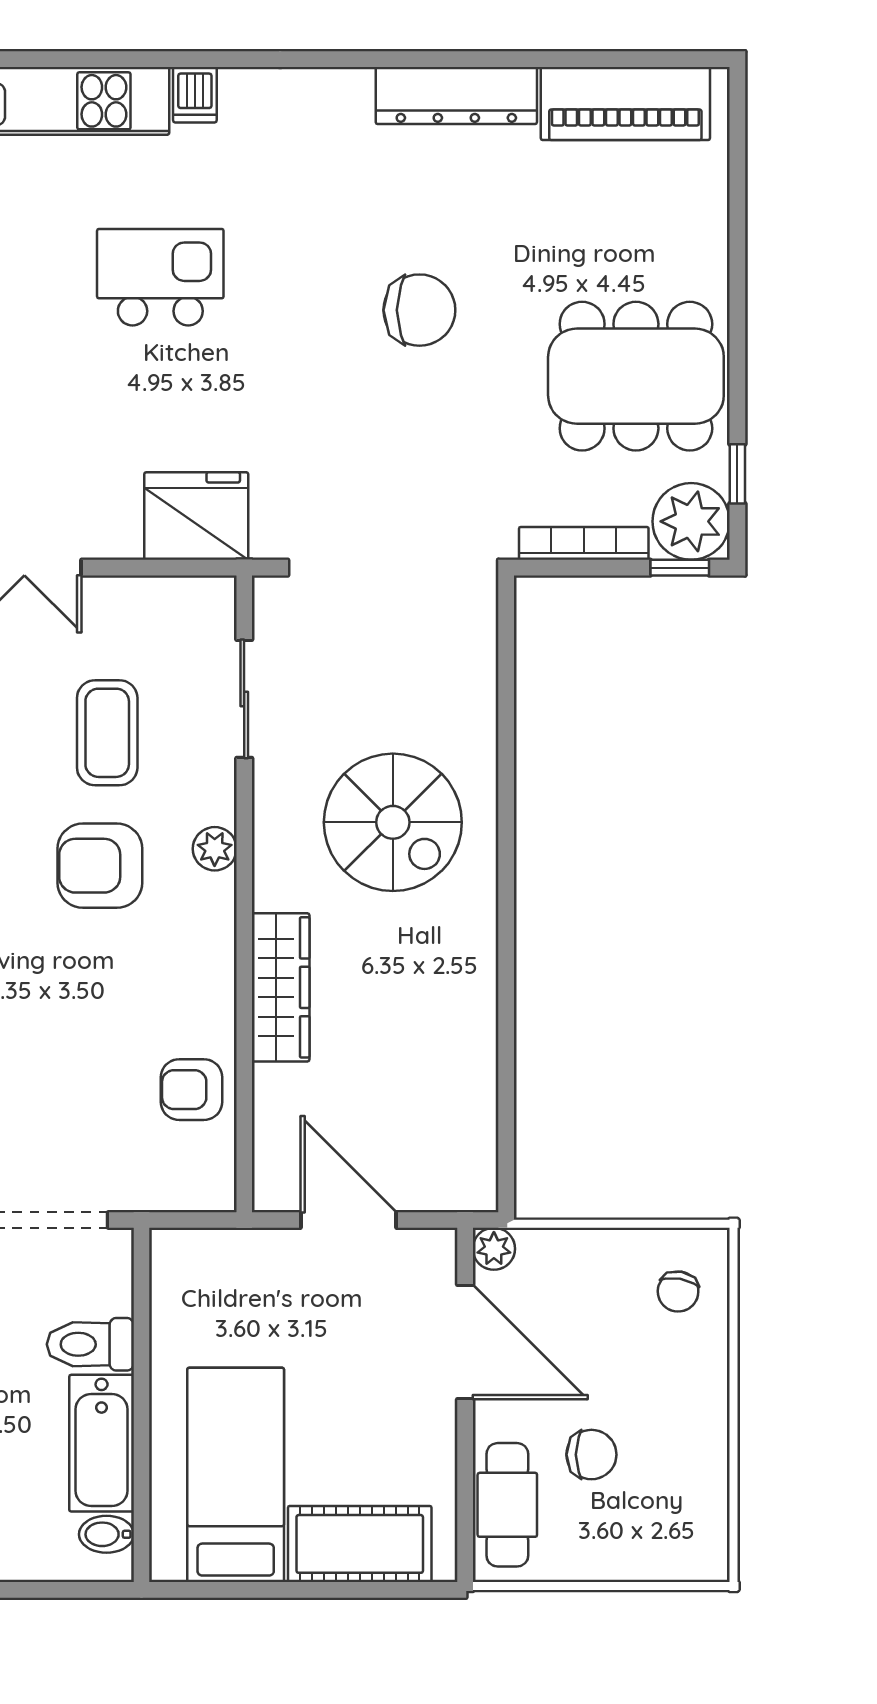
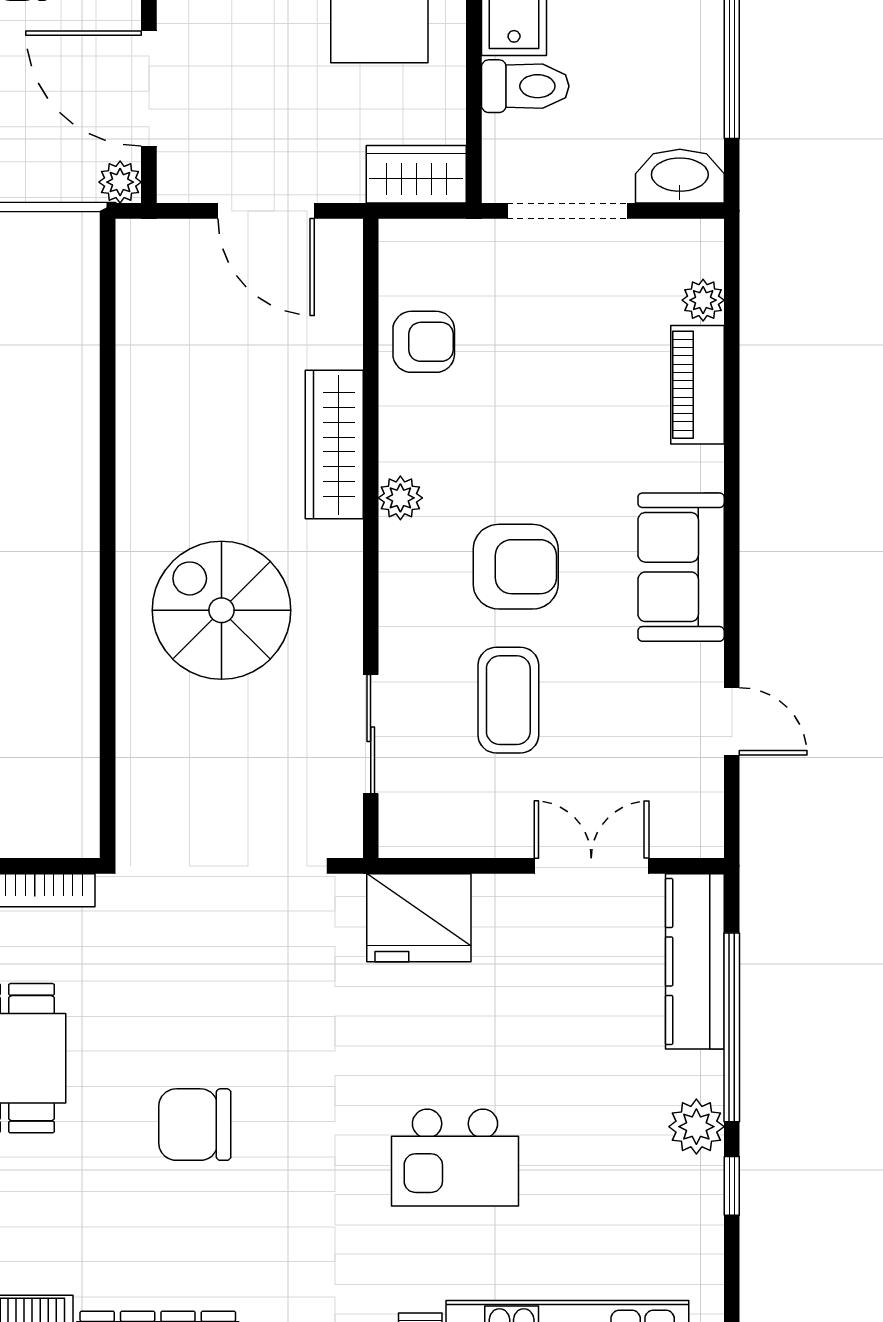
plant: (215, 849) -> (400, 498), moved
wardrobe: (199, 1256) -> (416, 174), added

